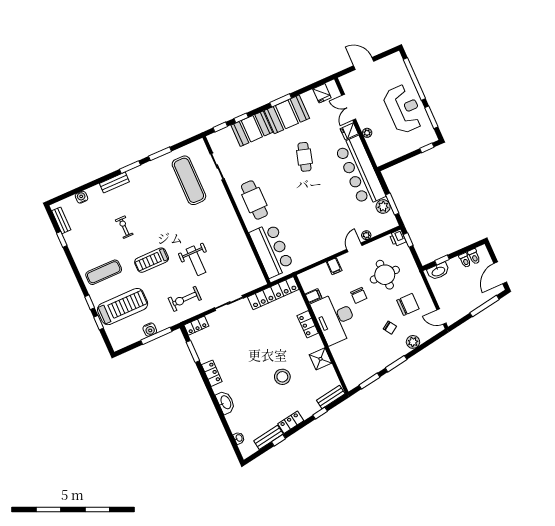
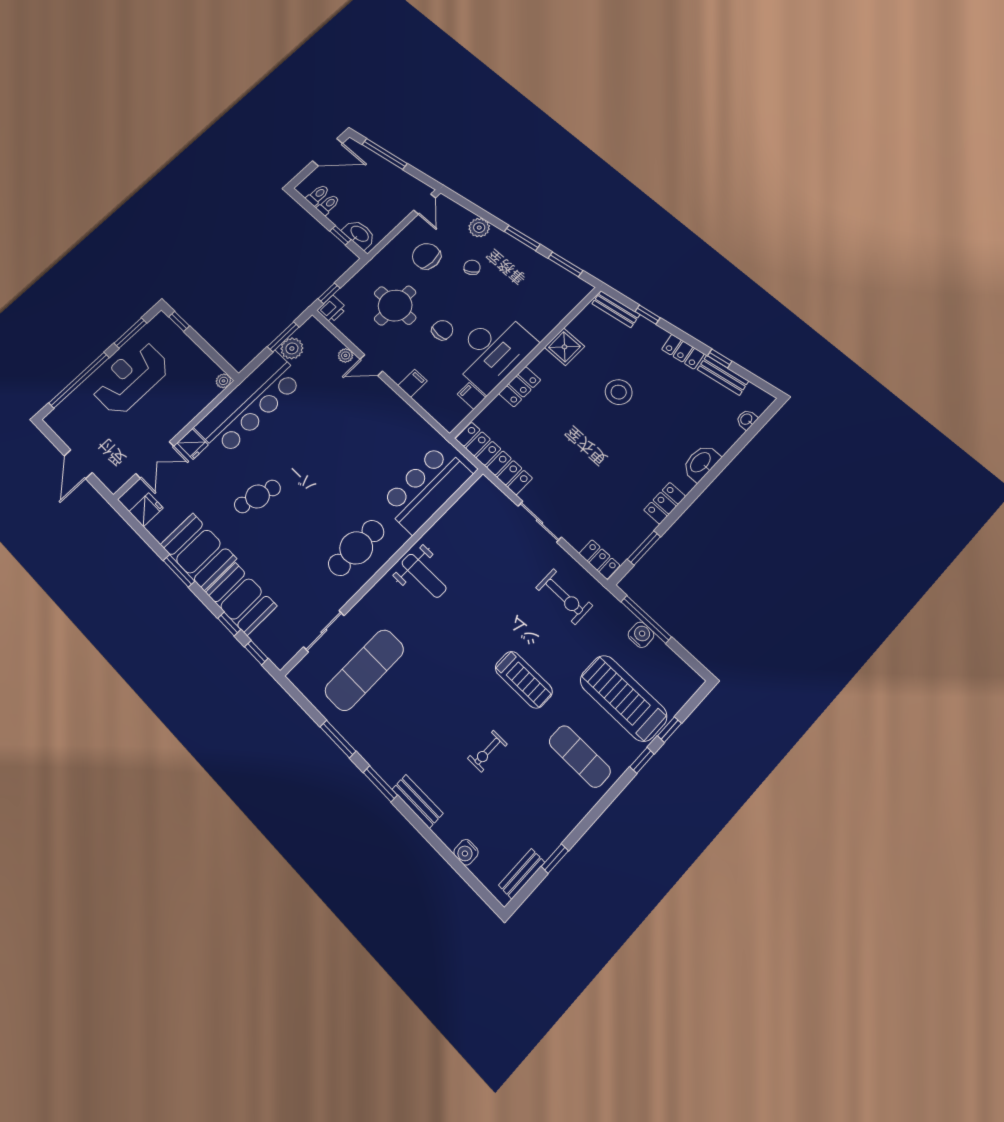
plant: (367, 133) -> (223, 381), moved
weight bench: (196, 261) -> (424, 576), moved, turned 90

